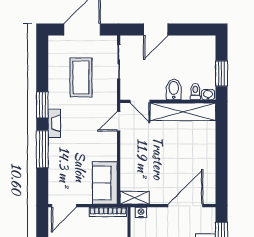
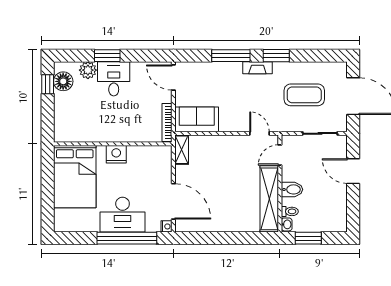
nightstand: (141, 212) -> (167, 226), moved

